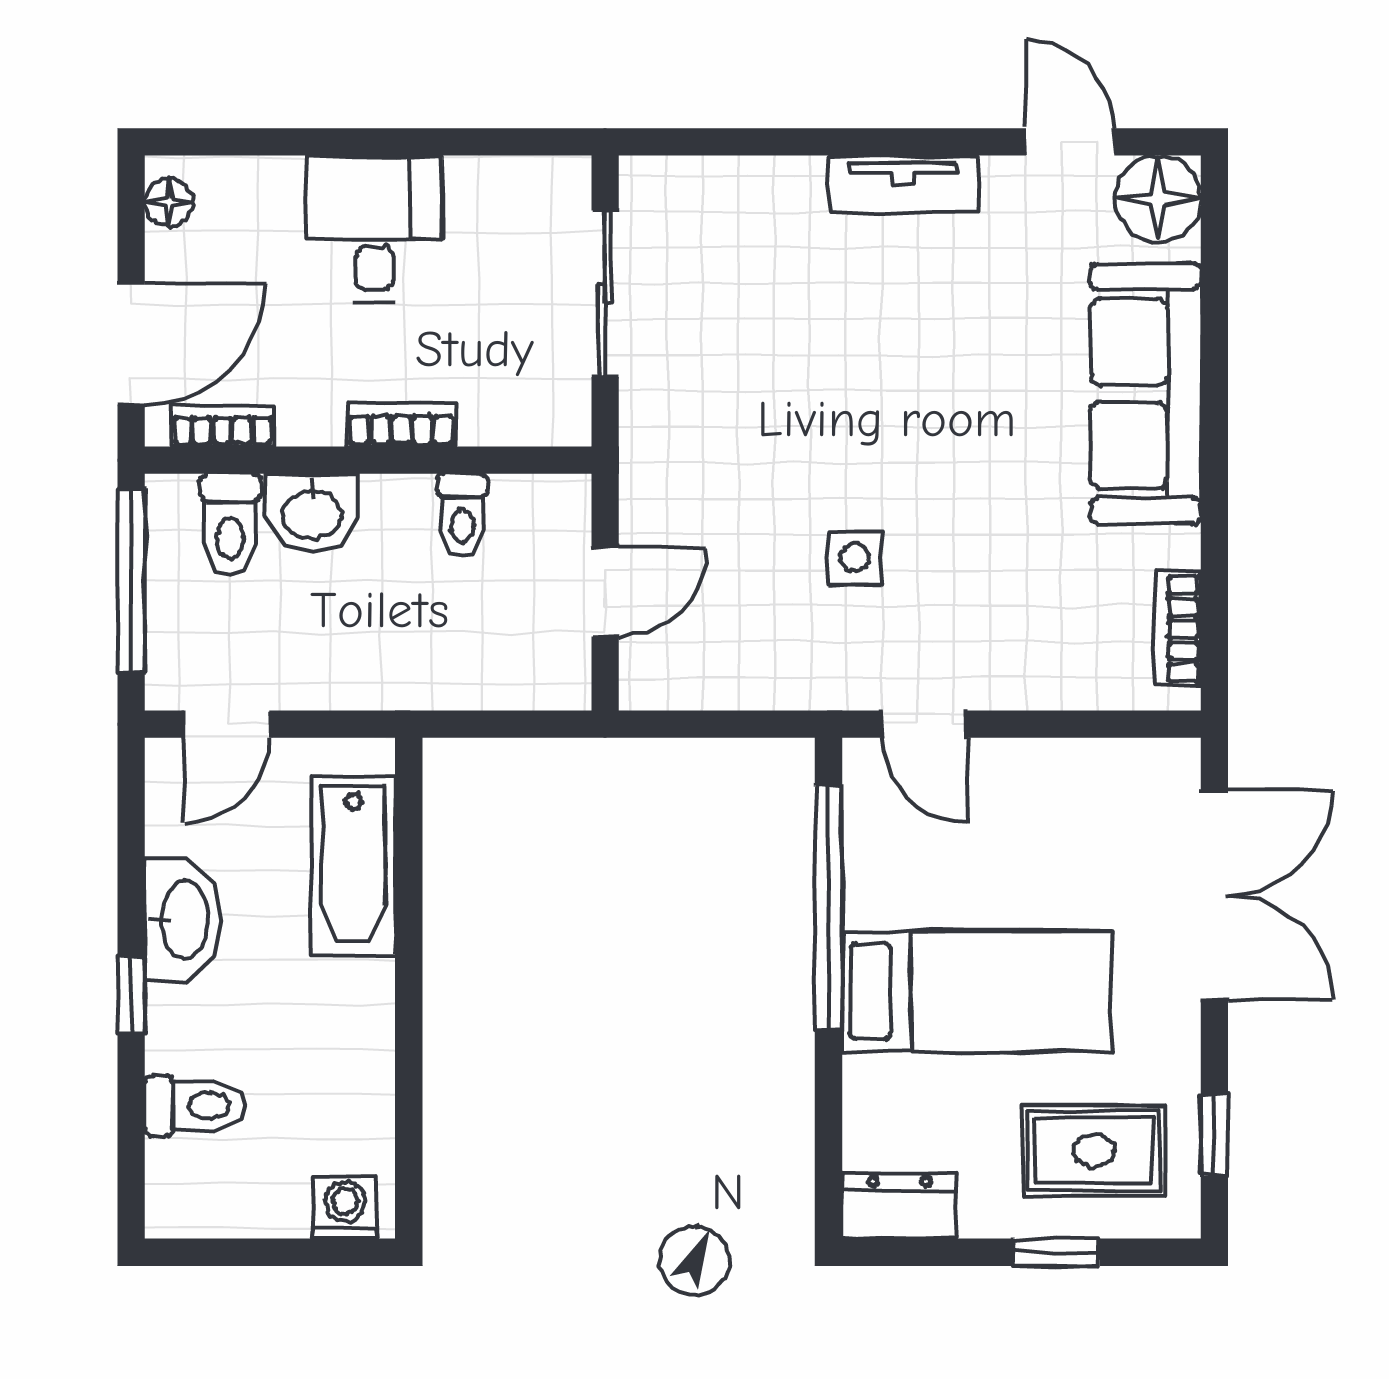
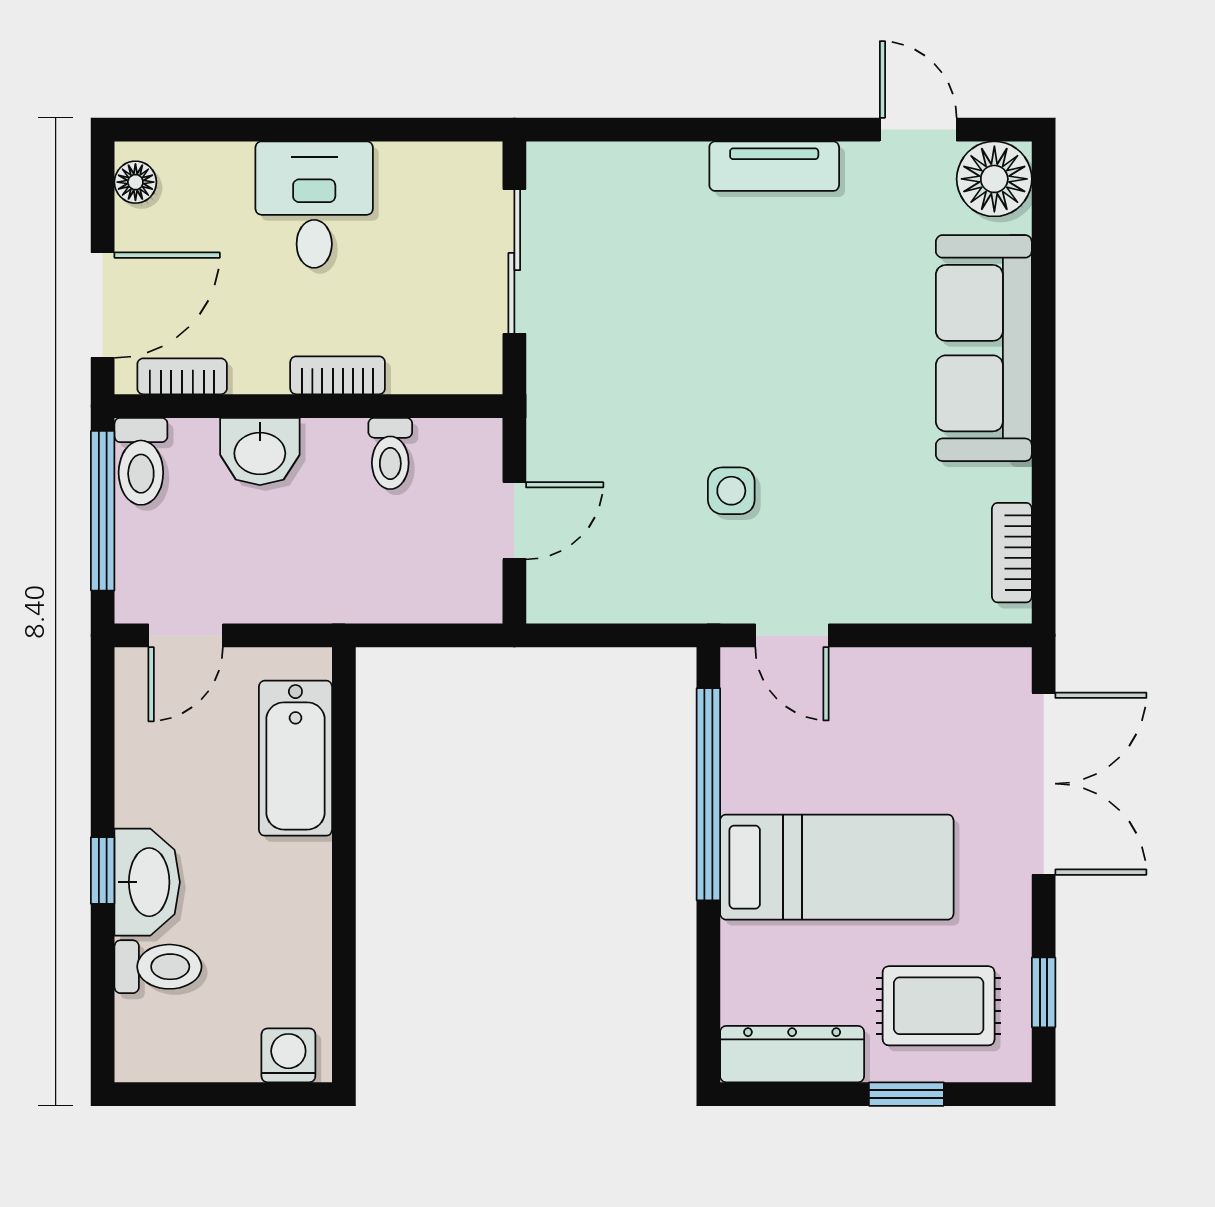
toilet: (230, 524) -> (141, 461), moved
washbasin: (182, 919) -> (147, 882), moved
dresser: (900, 1206) -> (792, 1054), width x1.44

